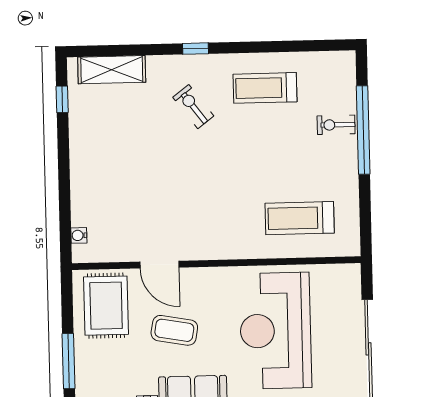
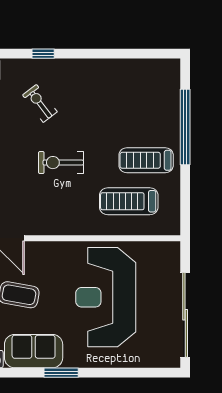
treadmill: (265, 88) -> (146, 160), moved
exercise bike: (336, 125) -> (61, 163), moved, width x1.38, depth x1.39

